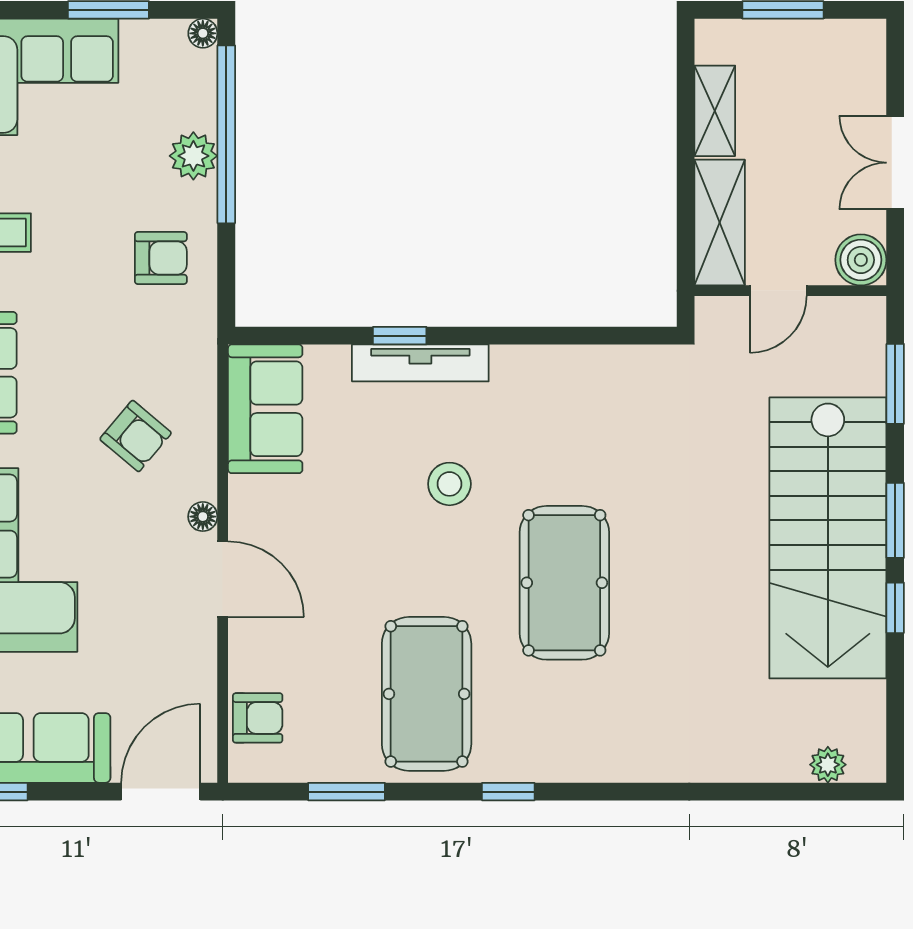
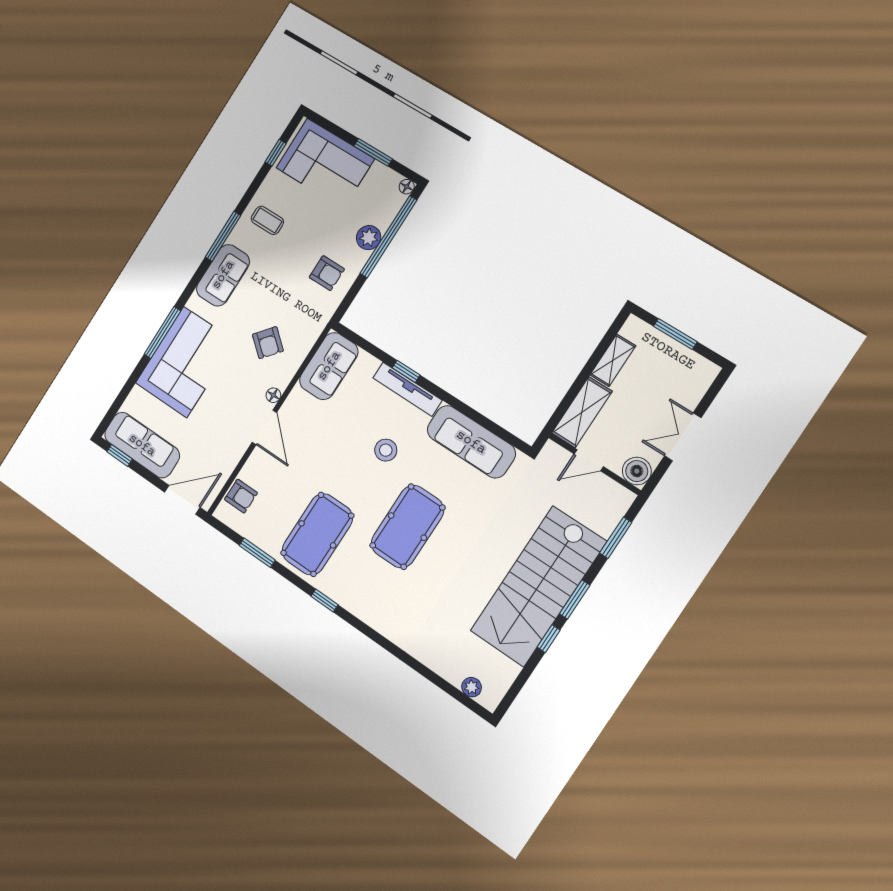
sofa: (578, 381) -> (471, 442), added

